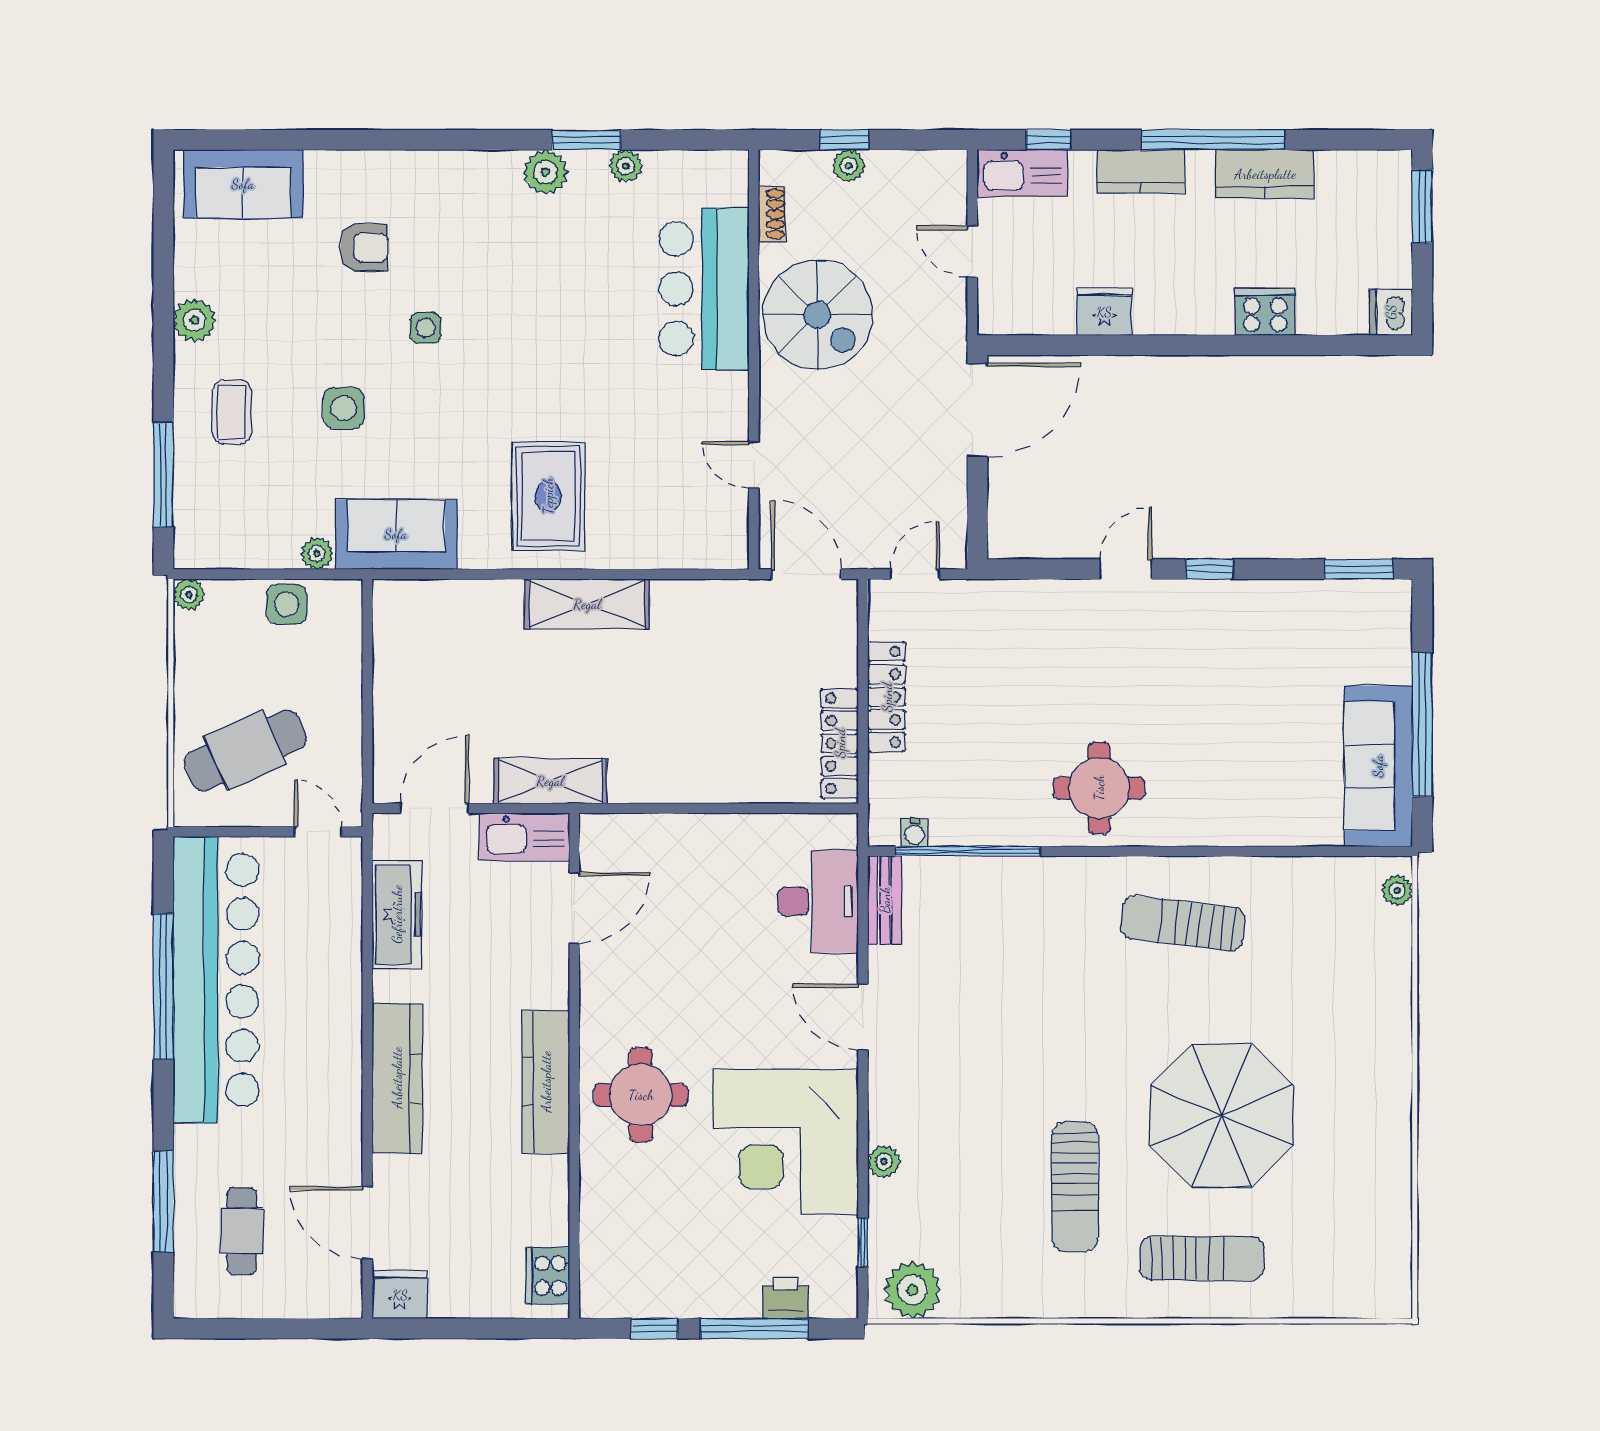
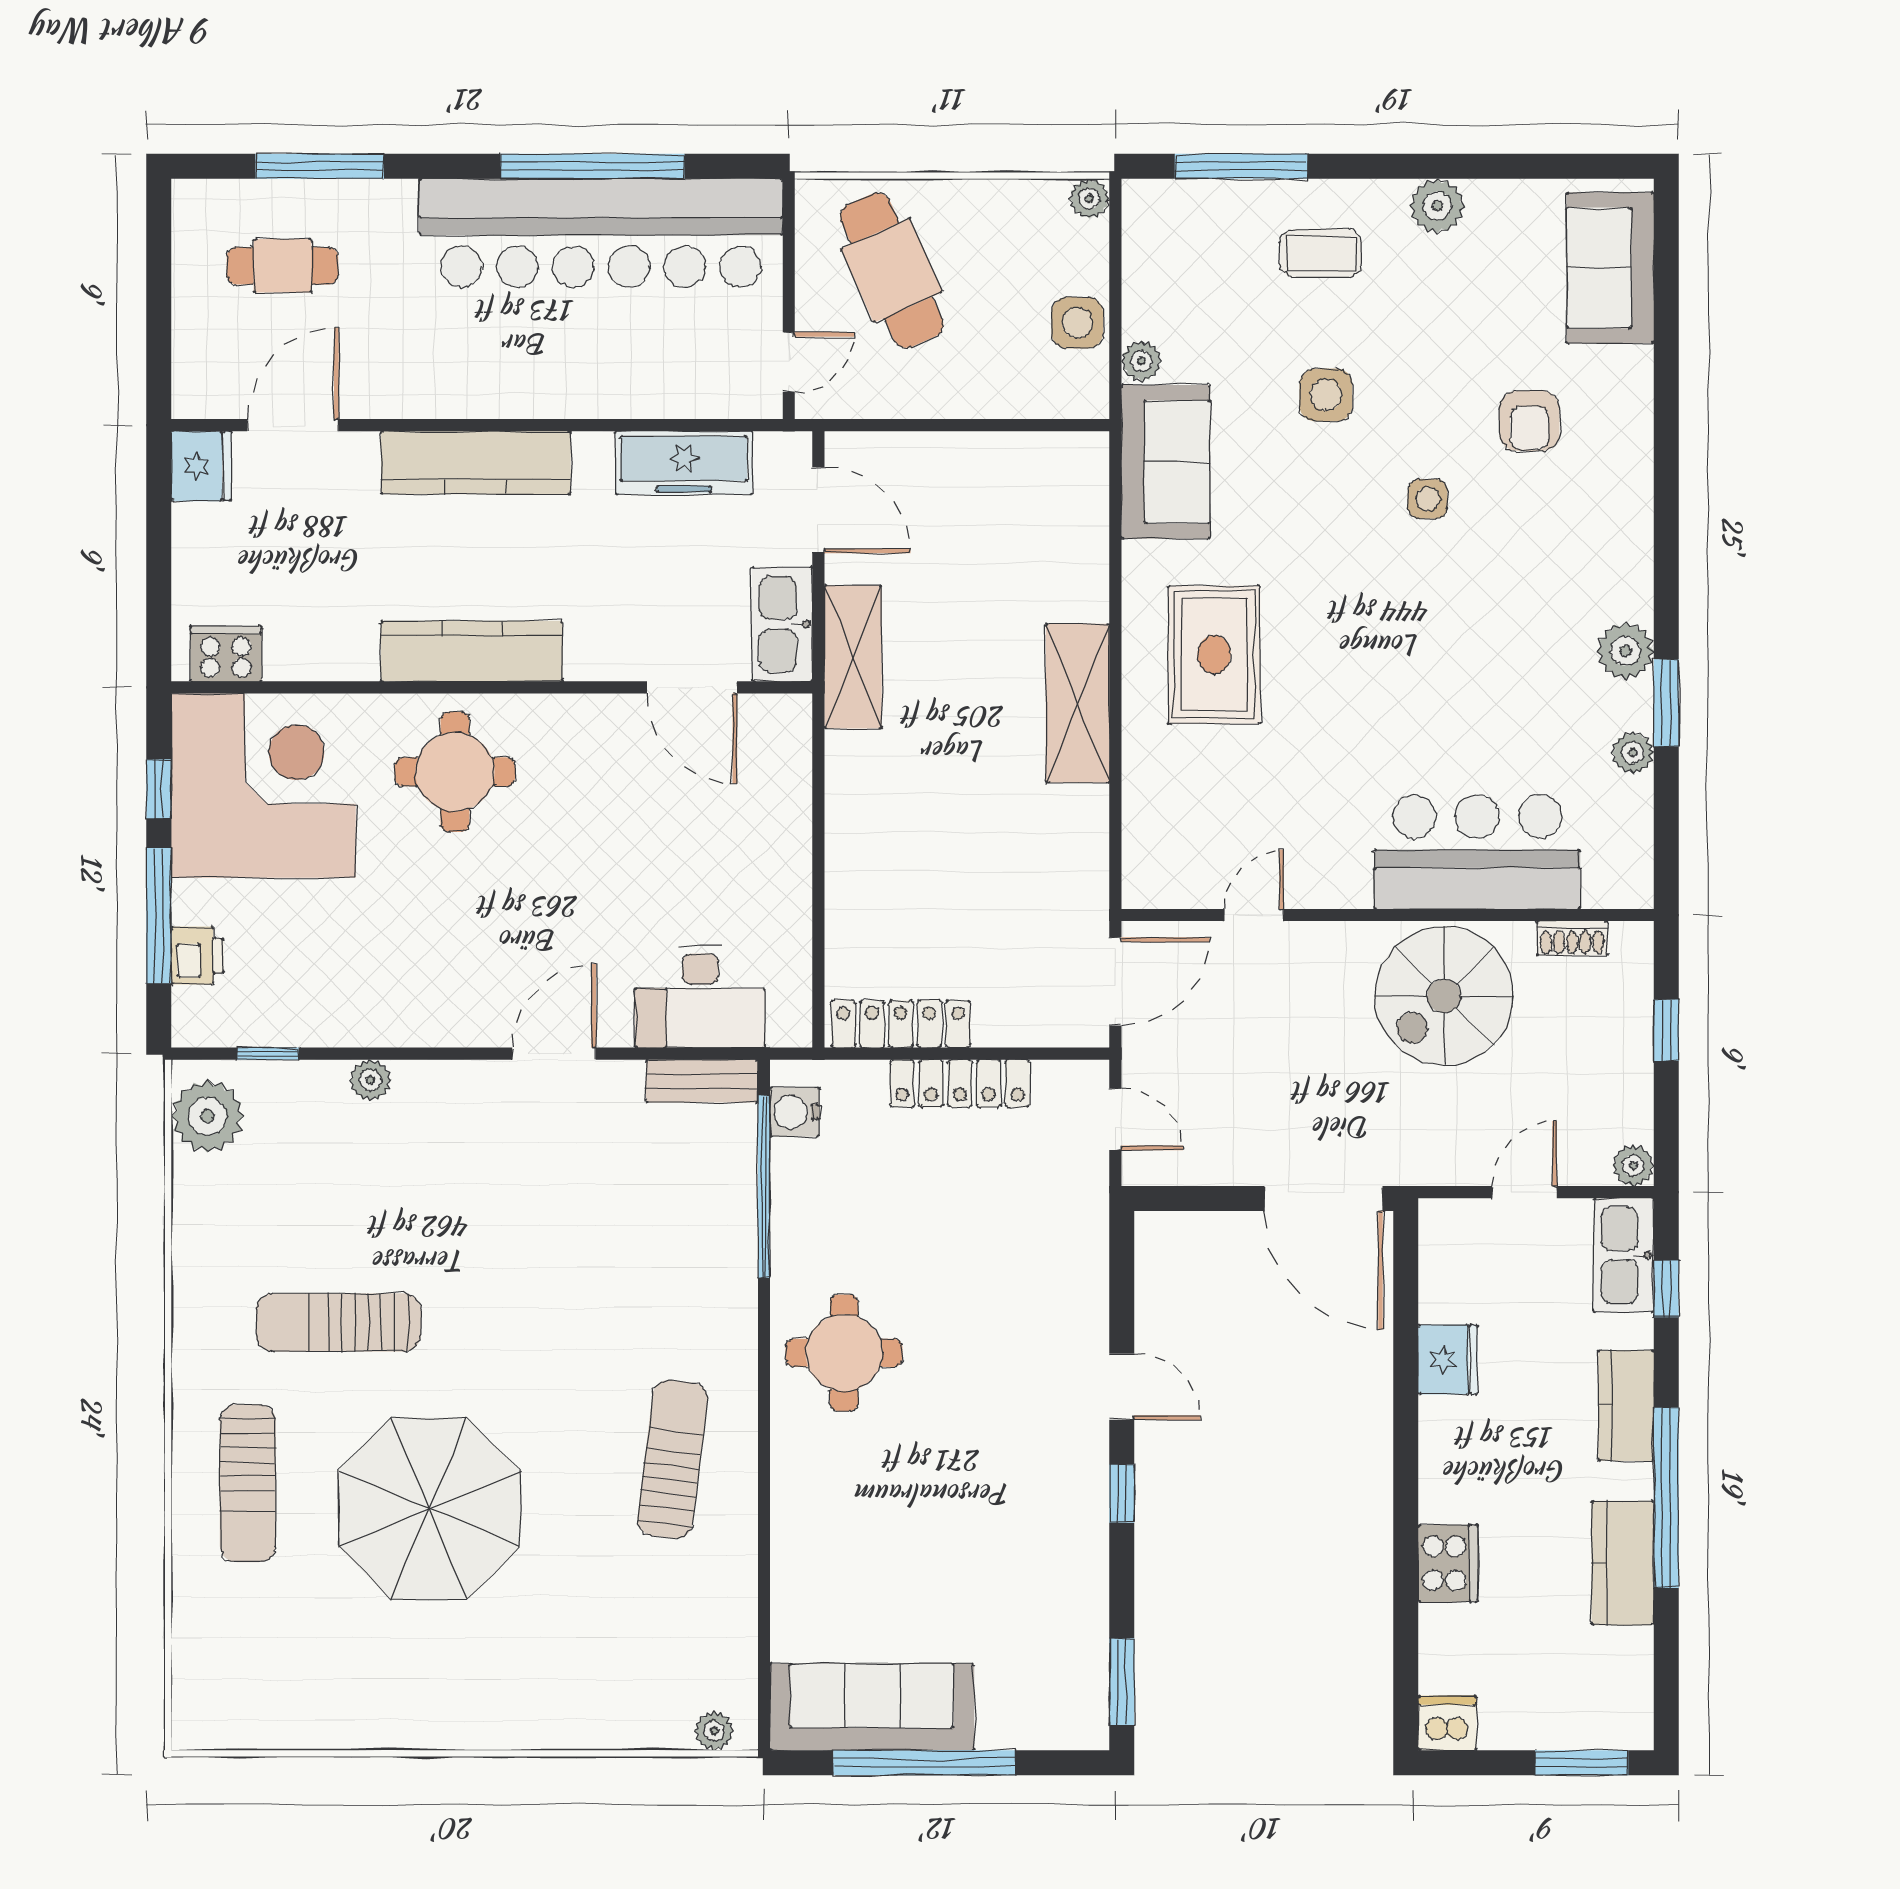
plant: (849, 166) -> (1633, 1166), moved
rug: (548, 496) -> (1214, 655), turned 90
water cooler: (914, 832) -> (795, 1112), width x1.38, depth x1.38
corner desk: (786, 1142) -> (263, 786), moved, turned 90

